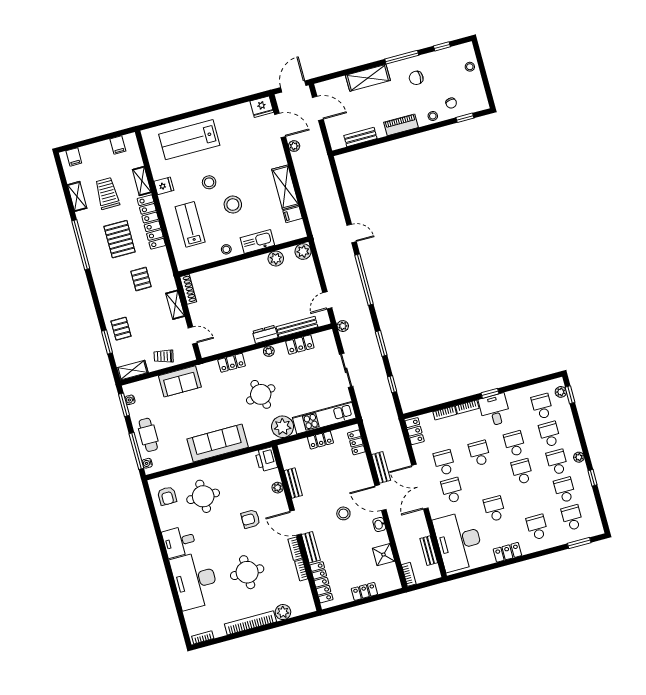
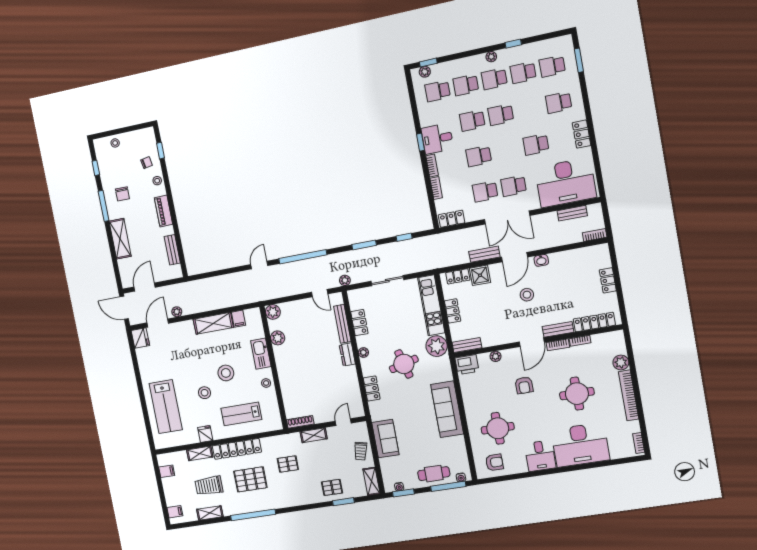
bench: (293, 483) -> (467, 345), moved
shower: (384, 555) -> (480, 275), moved

